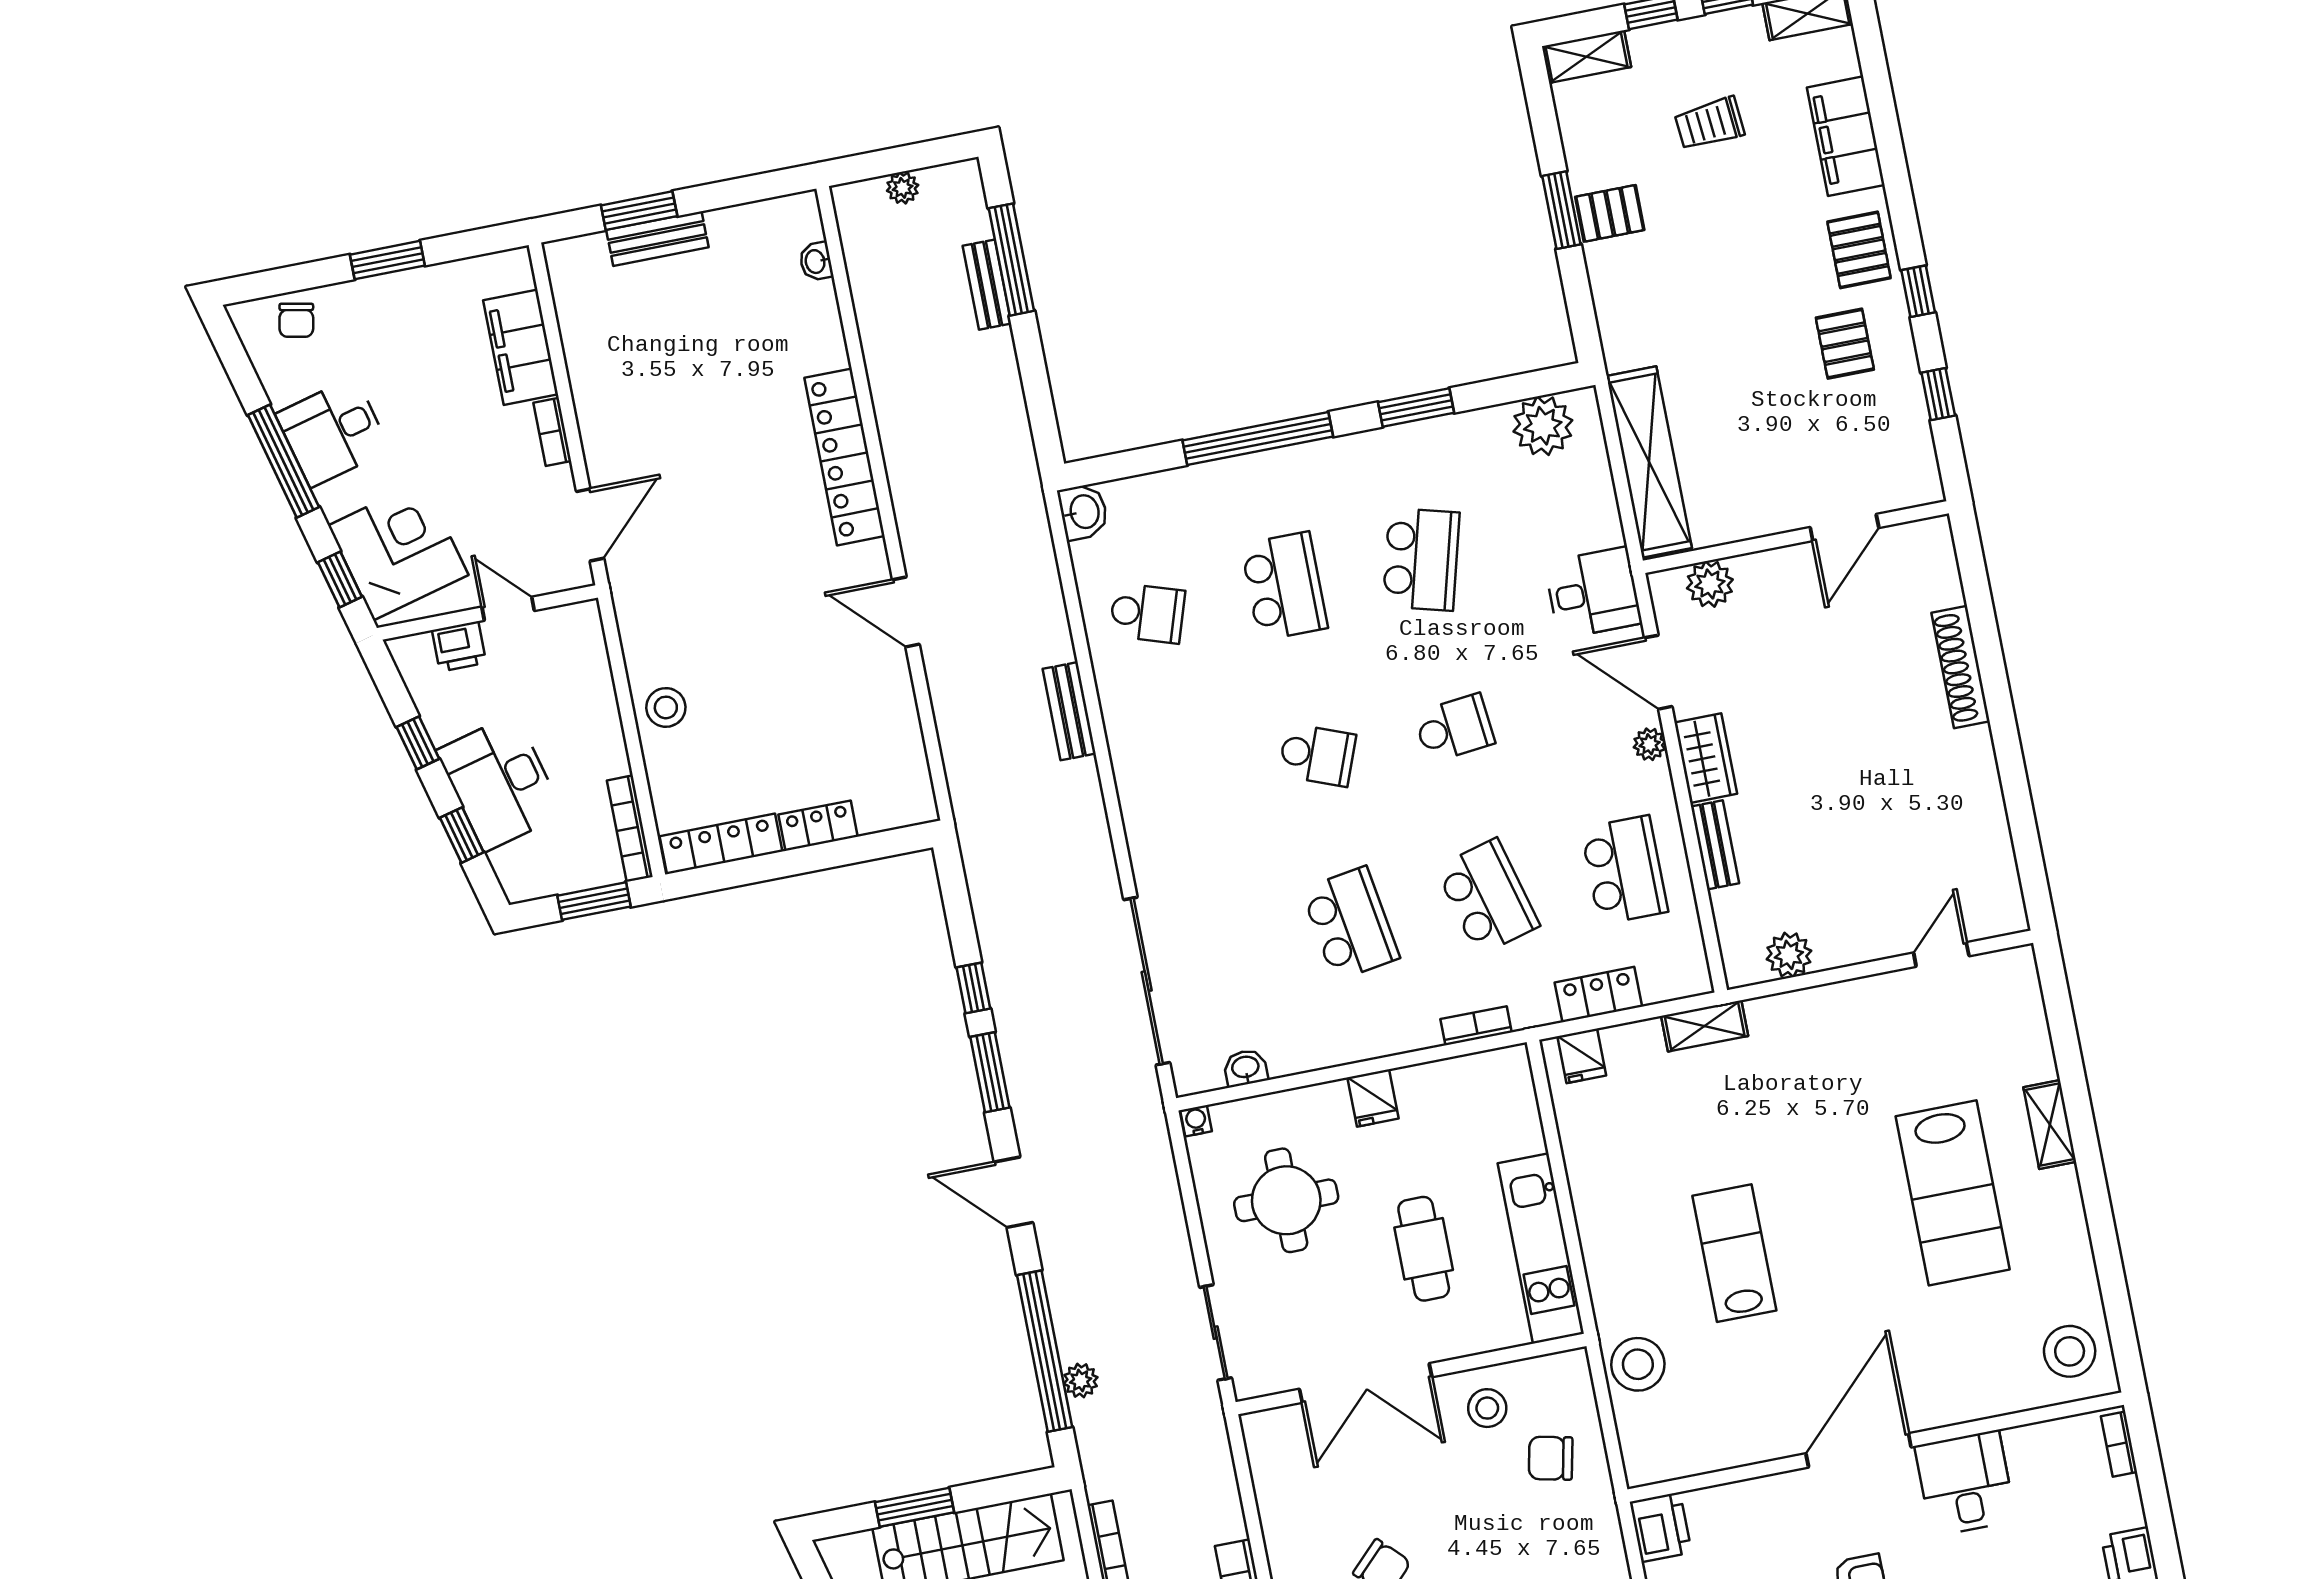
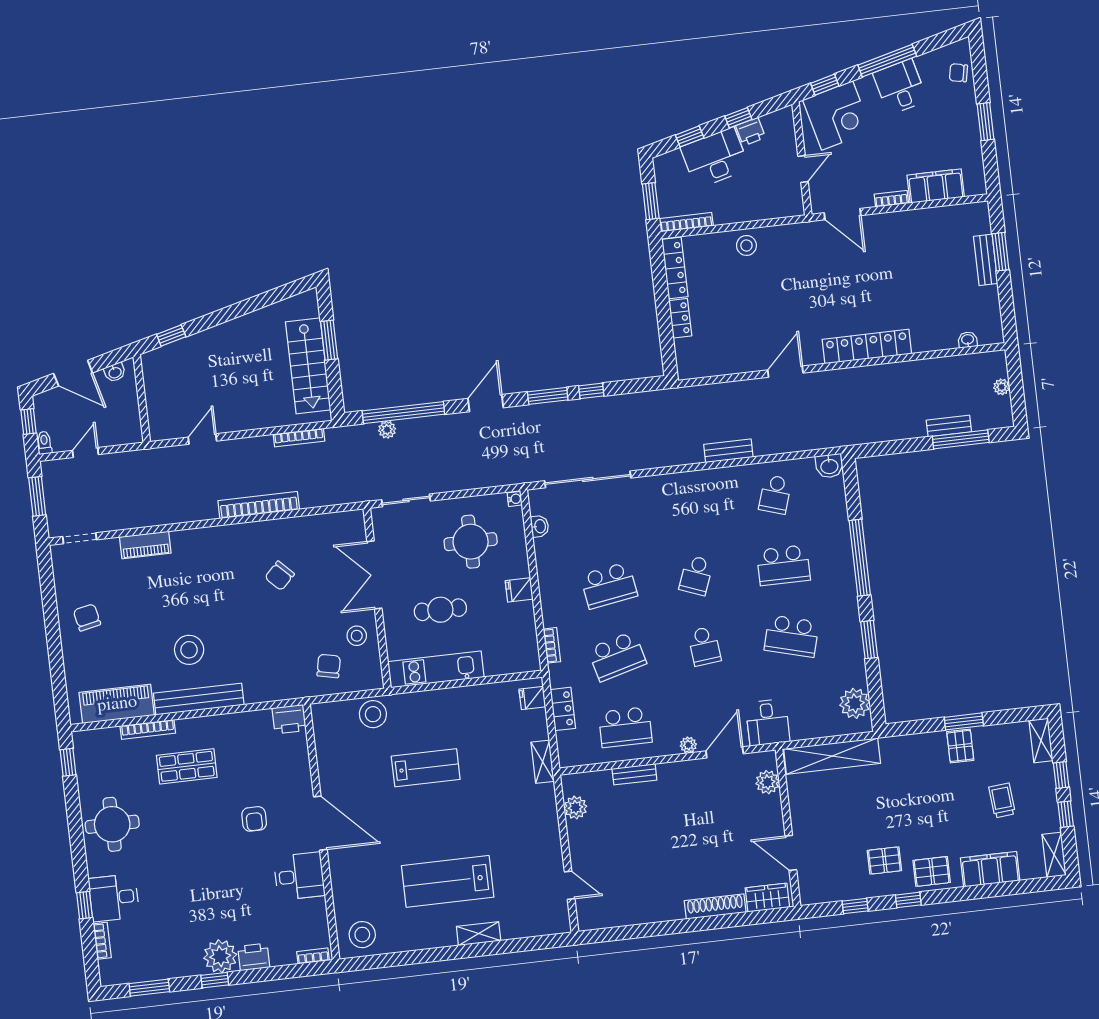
printer: (459, 646) -> (750, 132), moved, turned -104
wardrobe: (1706, 758) -> (767, 898), moved, turned 180

